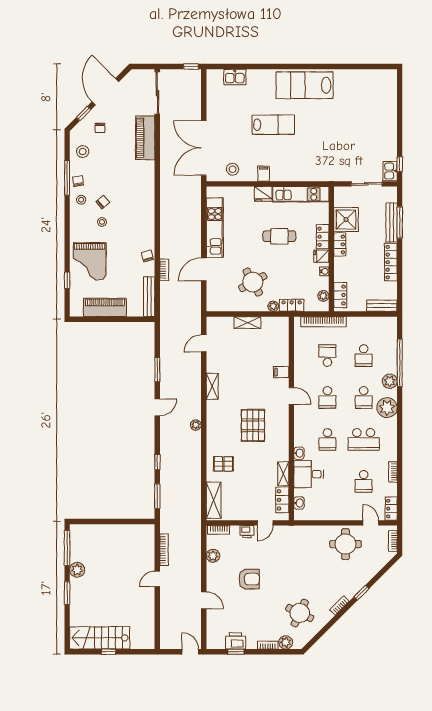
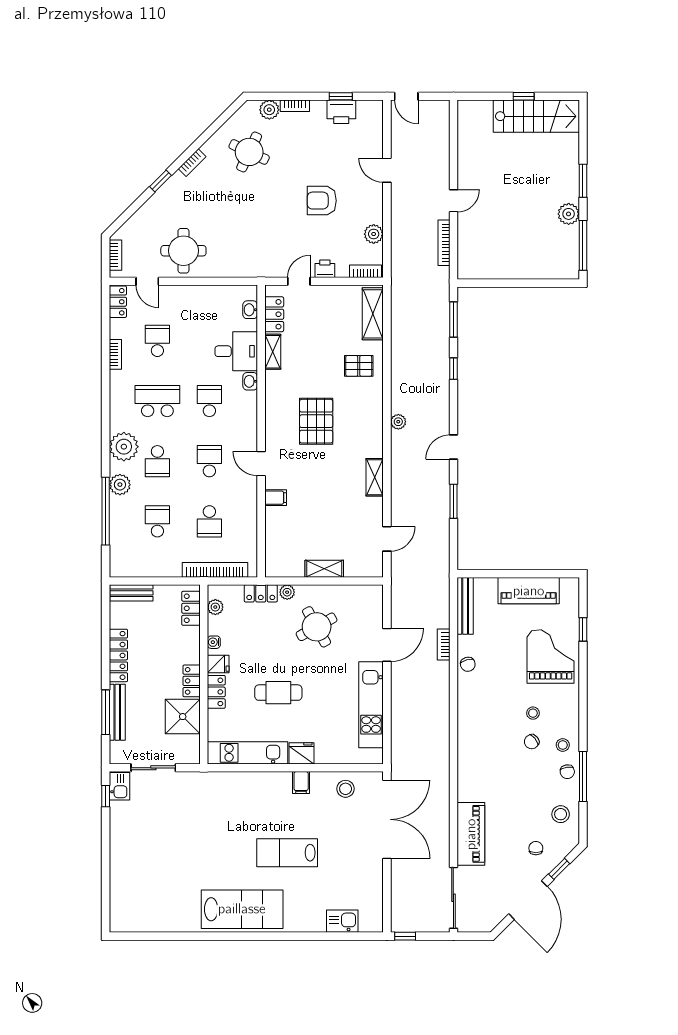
school desk: (364, 397) -> (157, 461), turned 180

